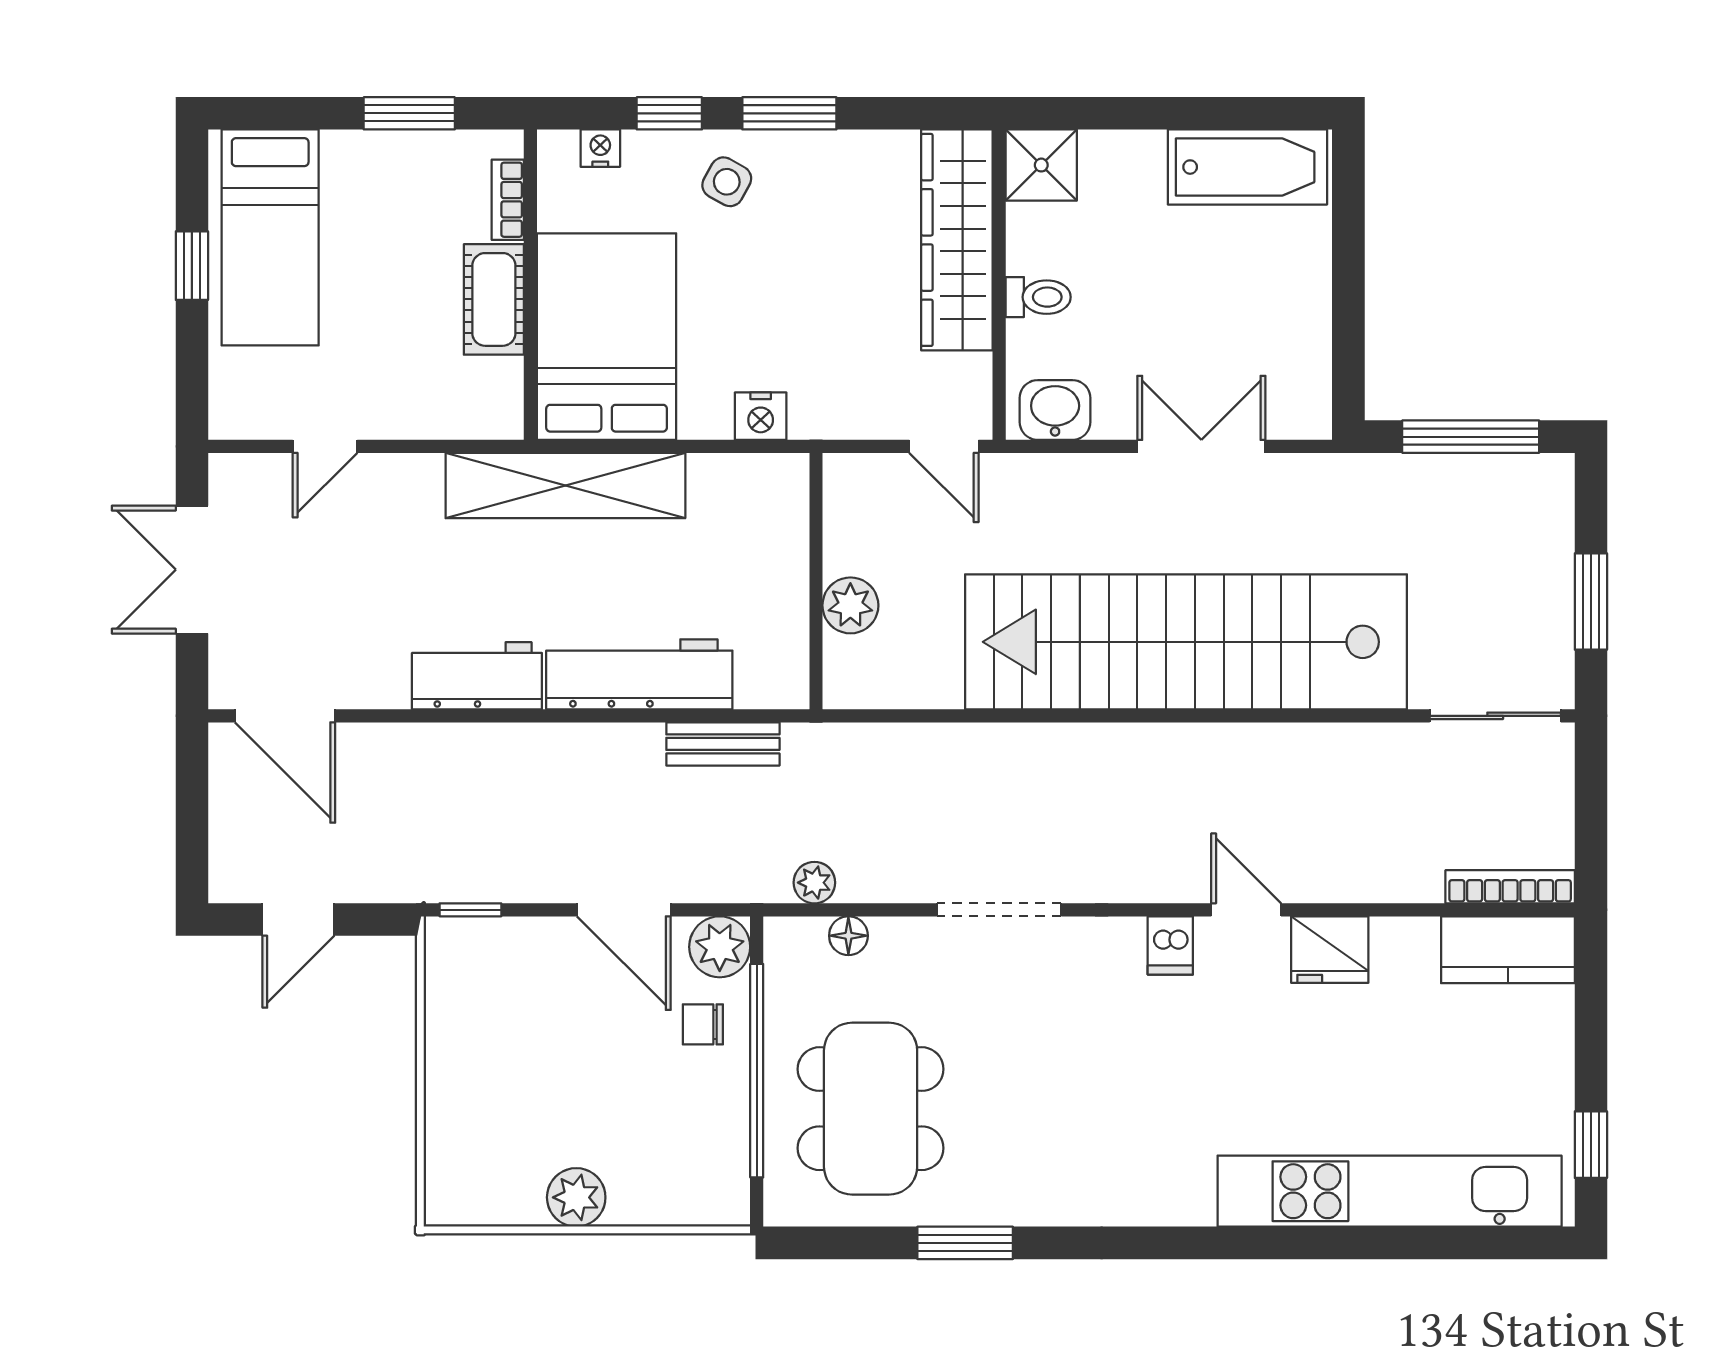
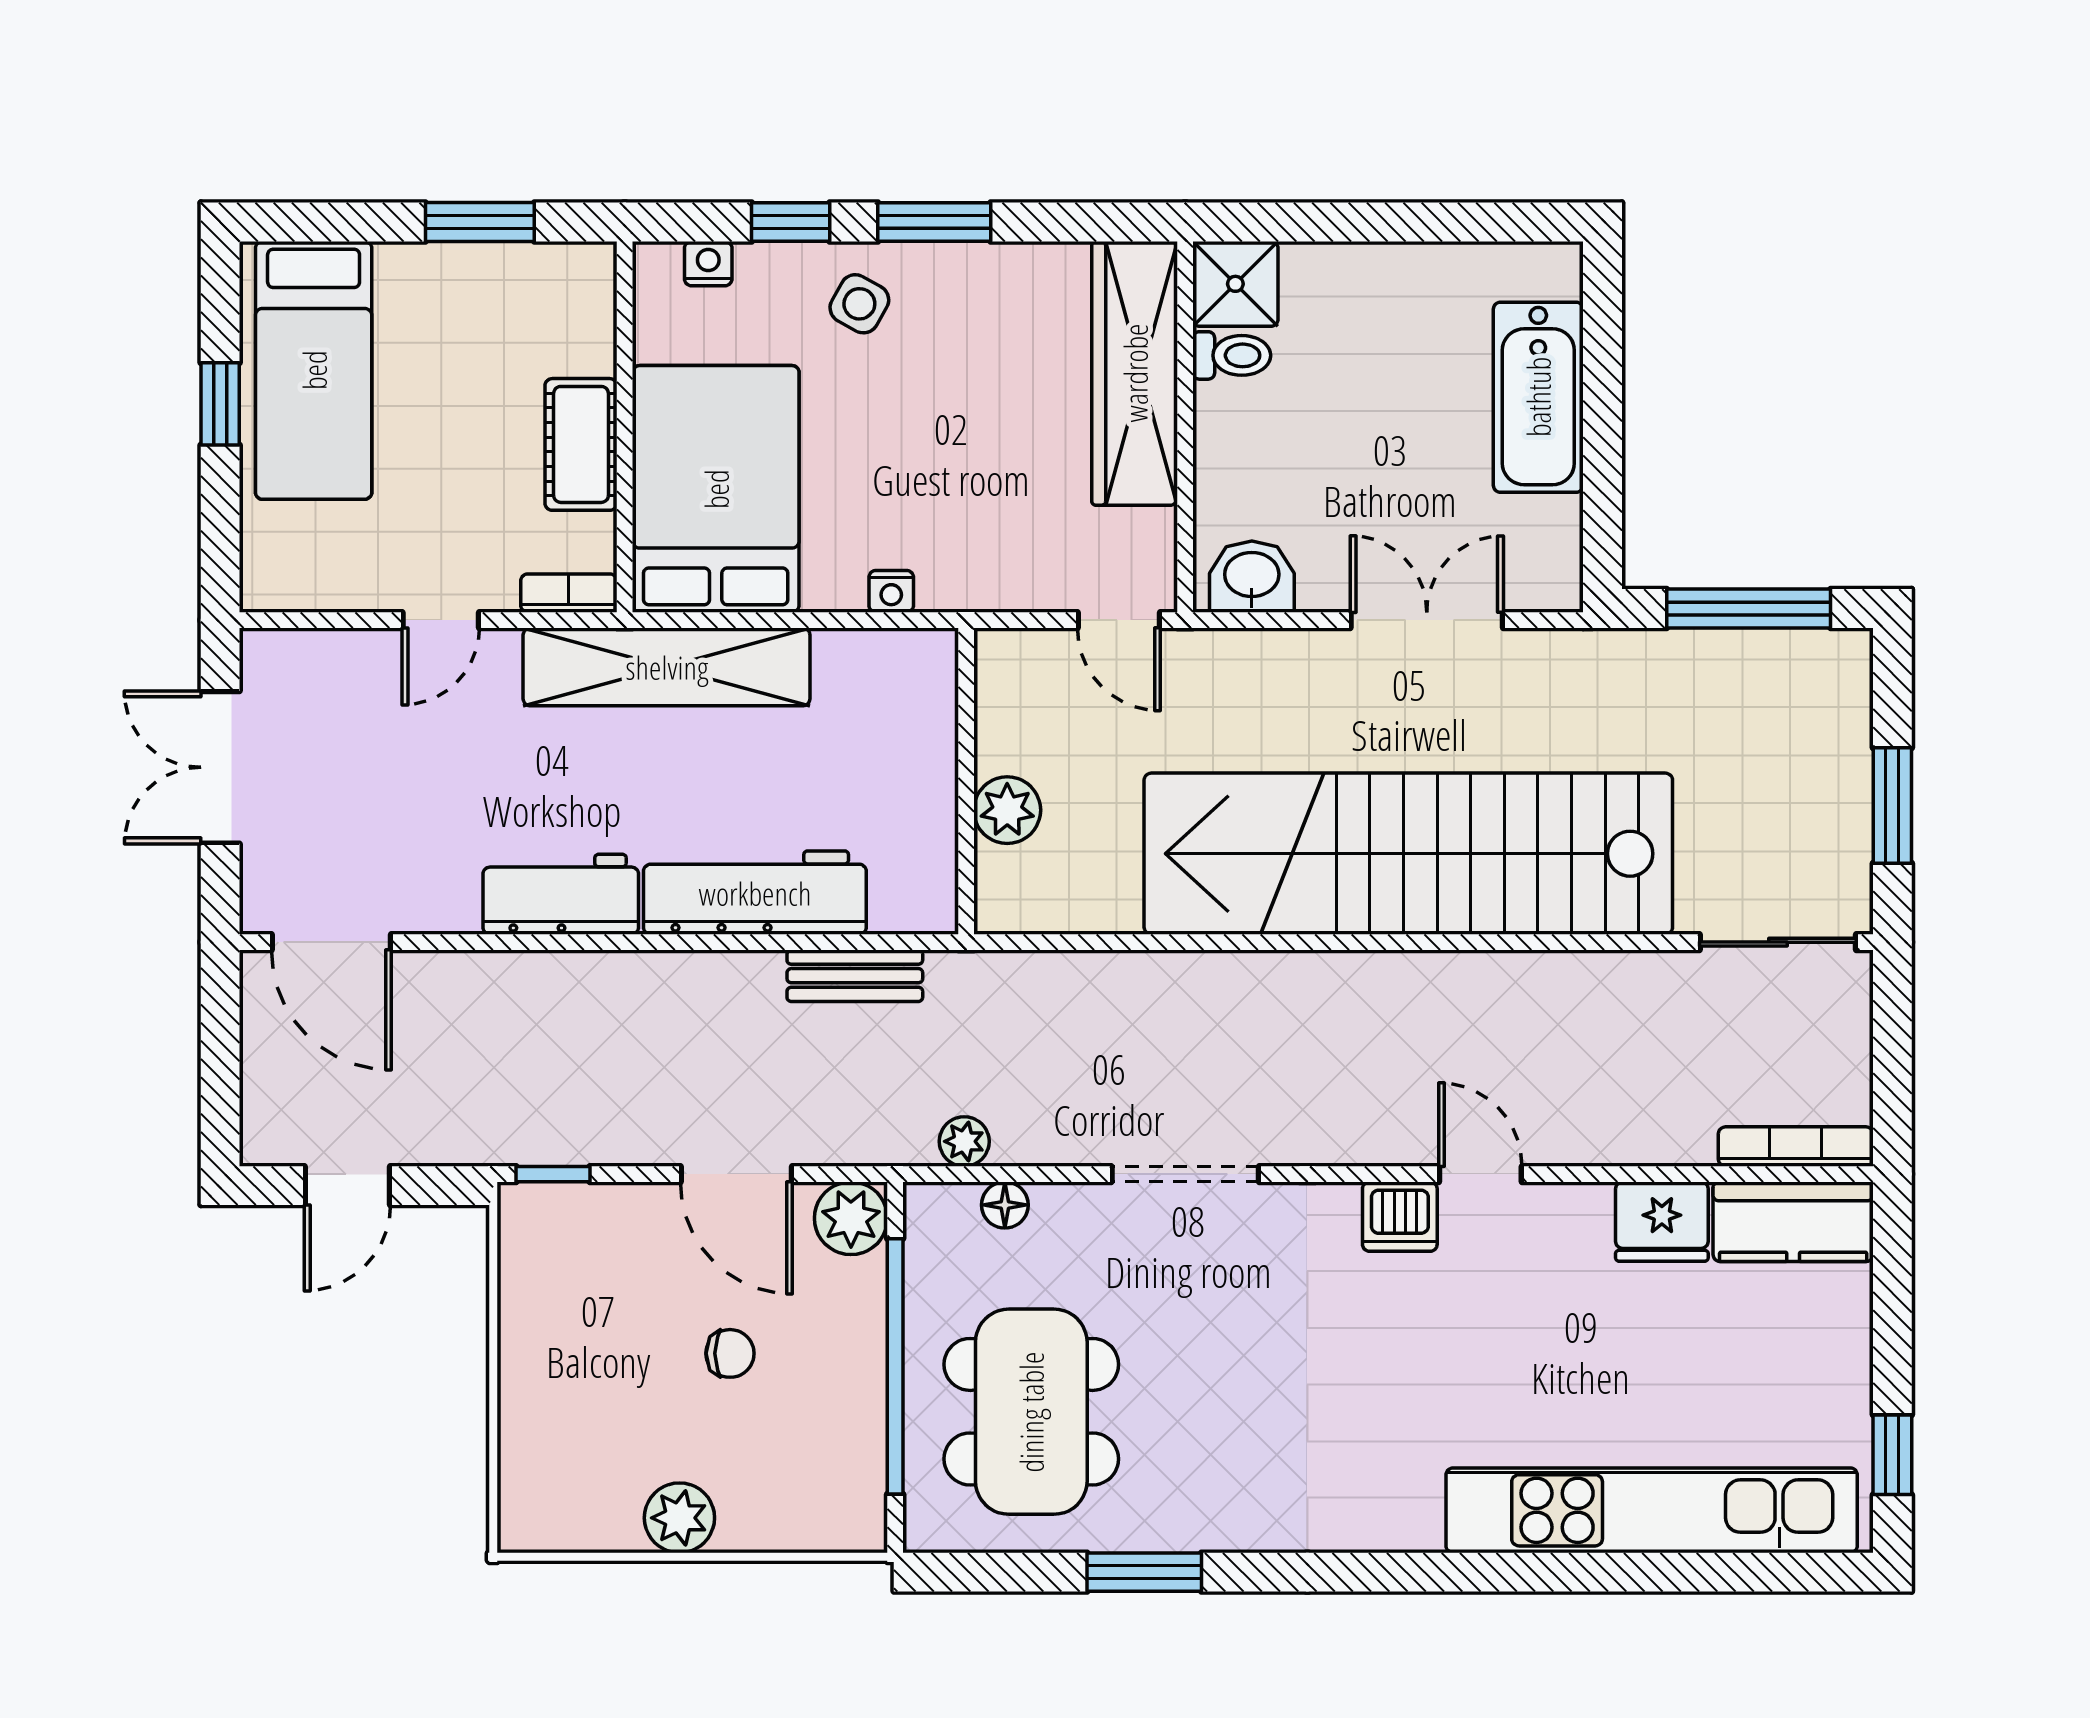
bathtub: (1247, 167) -> (1538, 397), moved, turned 90
bookcase: (508, 200) -> (569, 593), moved, turned 90
toilet: (1038, 297) -> (1232, 355), moved
nightstand: (761, 416) -> (891, 591), width x0.72, depth x0.74
door: (325, 446) -> (441, 620), moved
dishwasher: (1170, 945) -> (1400, 1217), width x1.38
fridge: (1330, 950) -> (1662, 1222), moved
chair: (703, 1024) -> (730, 1353), moved, turned 180

